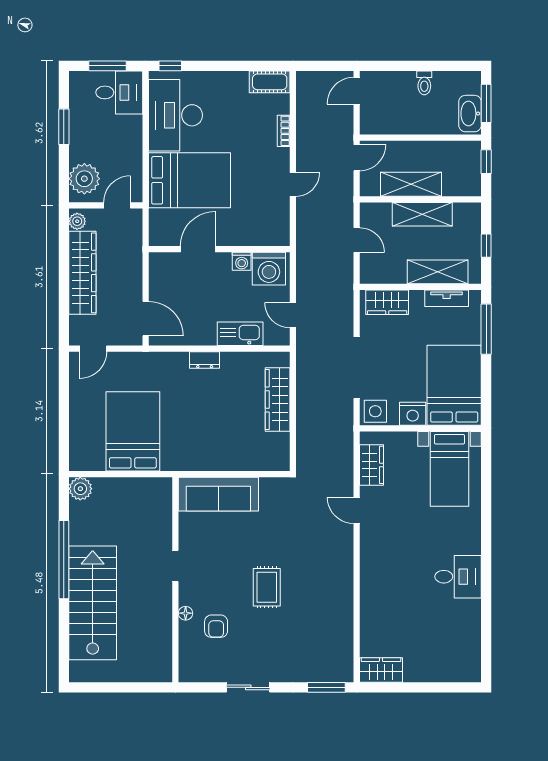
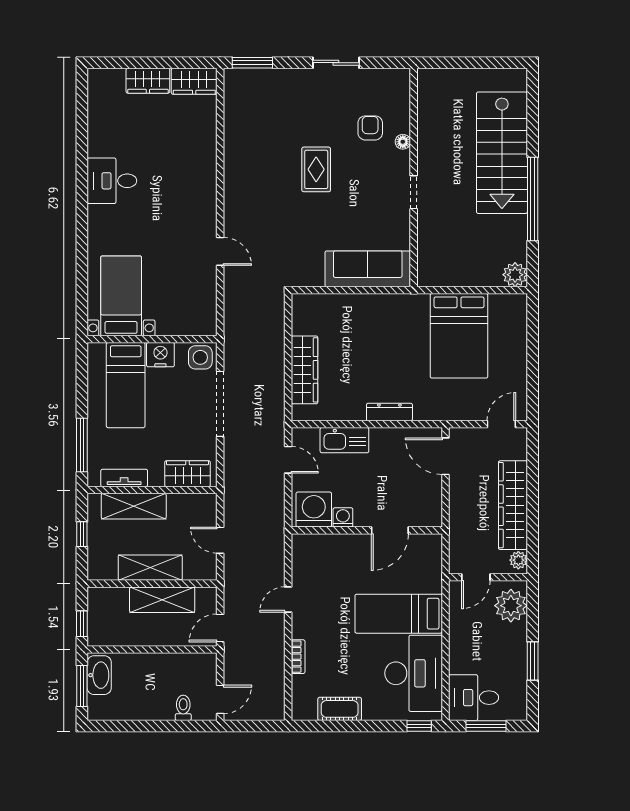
cot: (270, 82) -> (340, 709), moved
toilet: (424, 83) -> (183, 708), moved
bed: (189, 180) -> (399, 614), width x0.67
dresser: (205, 360) -> (389, 412), width x1.44
bed: (454, 385) -> (126, 385), width x0.67
wardrobe: (372, 465) -> (148, 81), moved, turned -90

